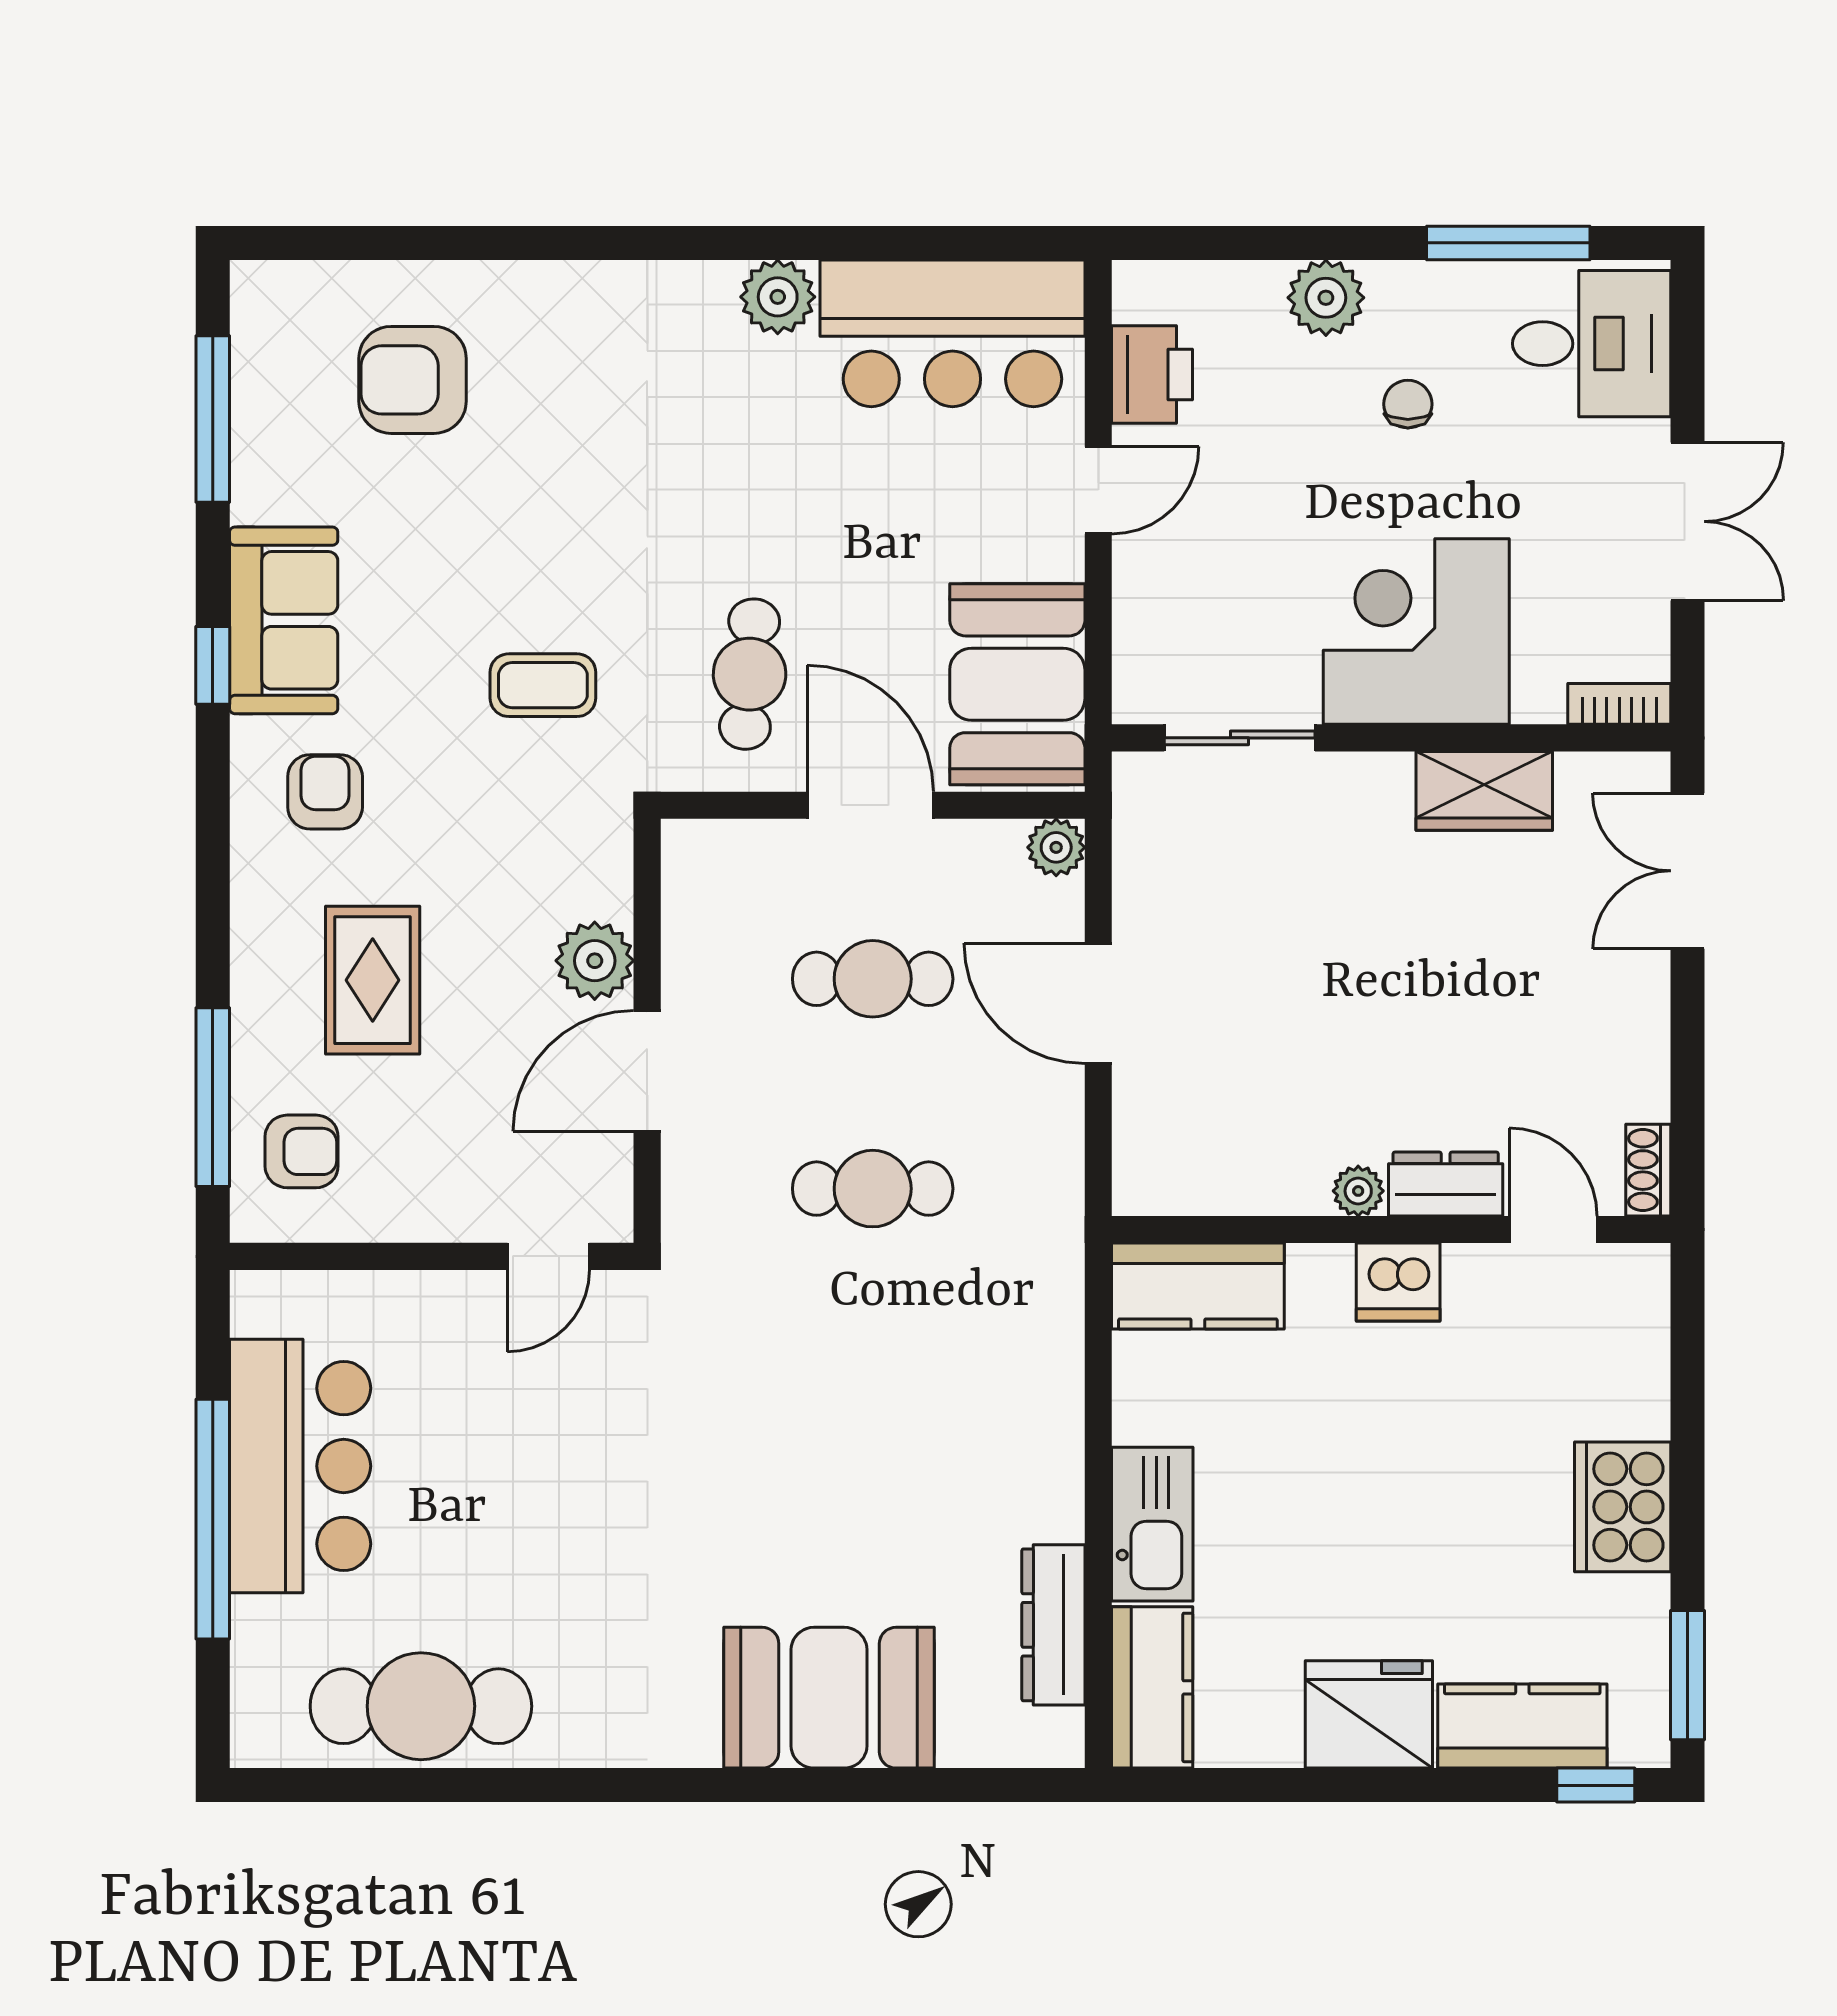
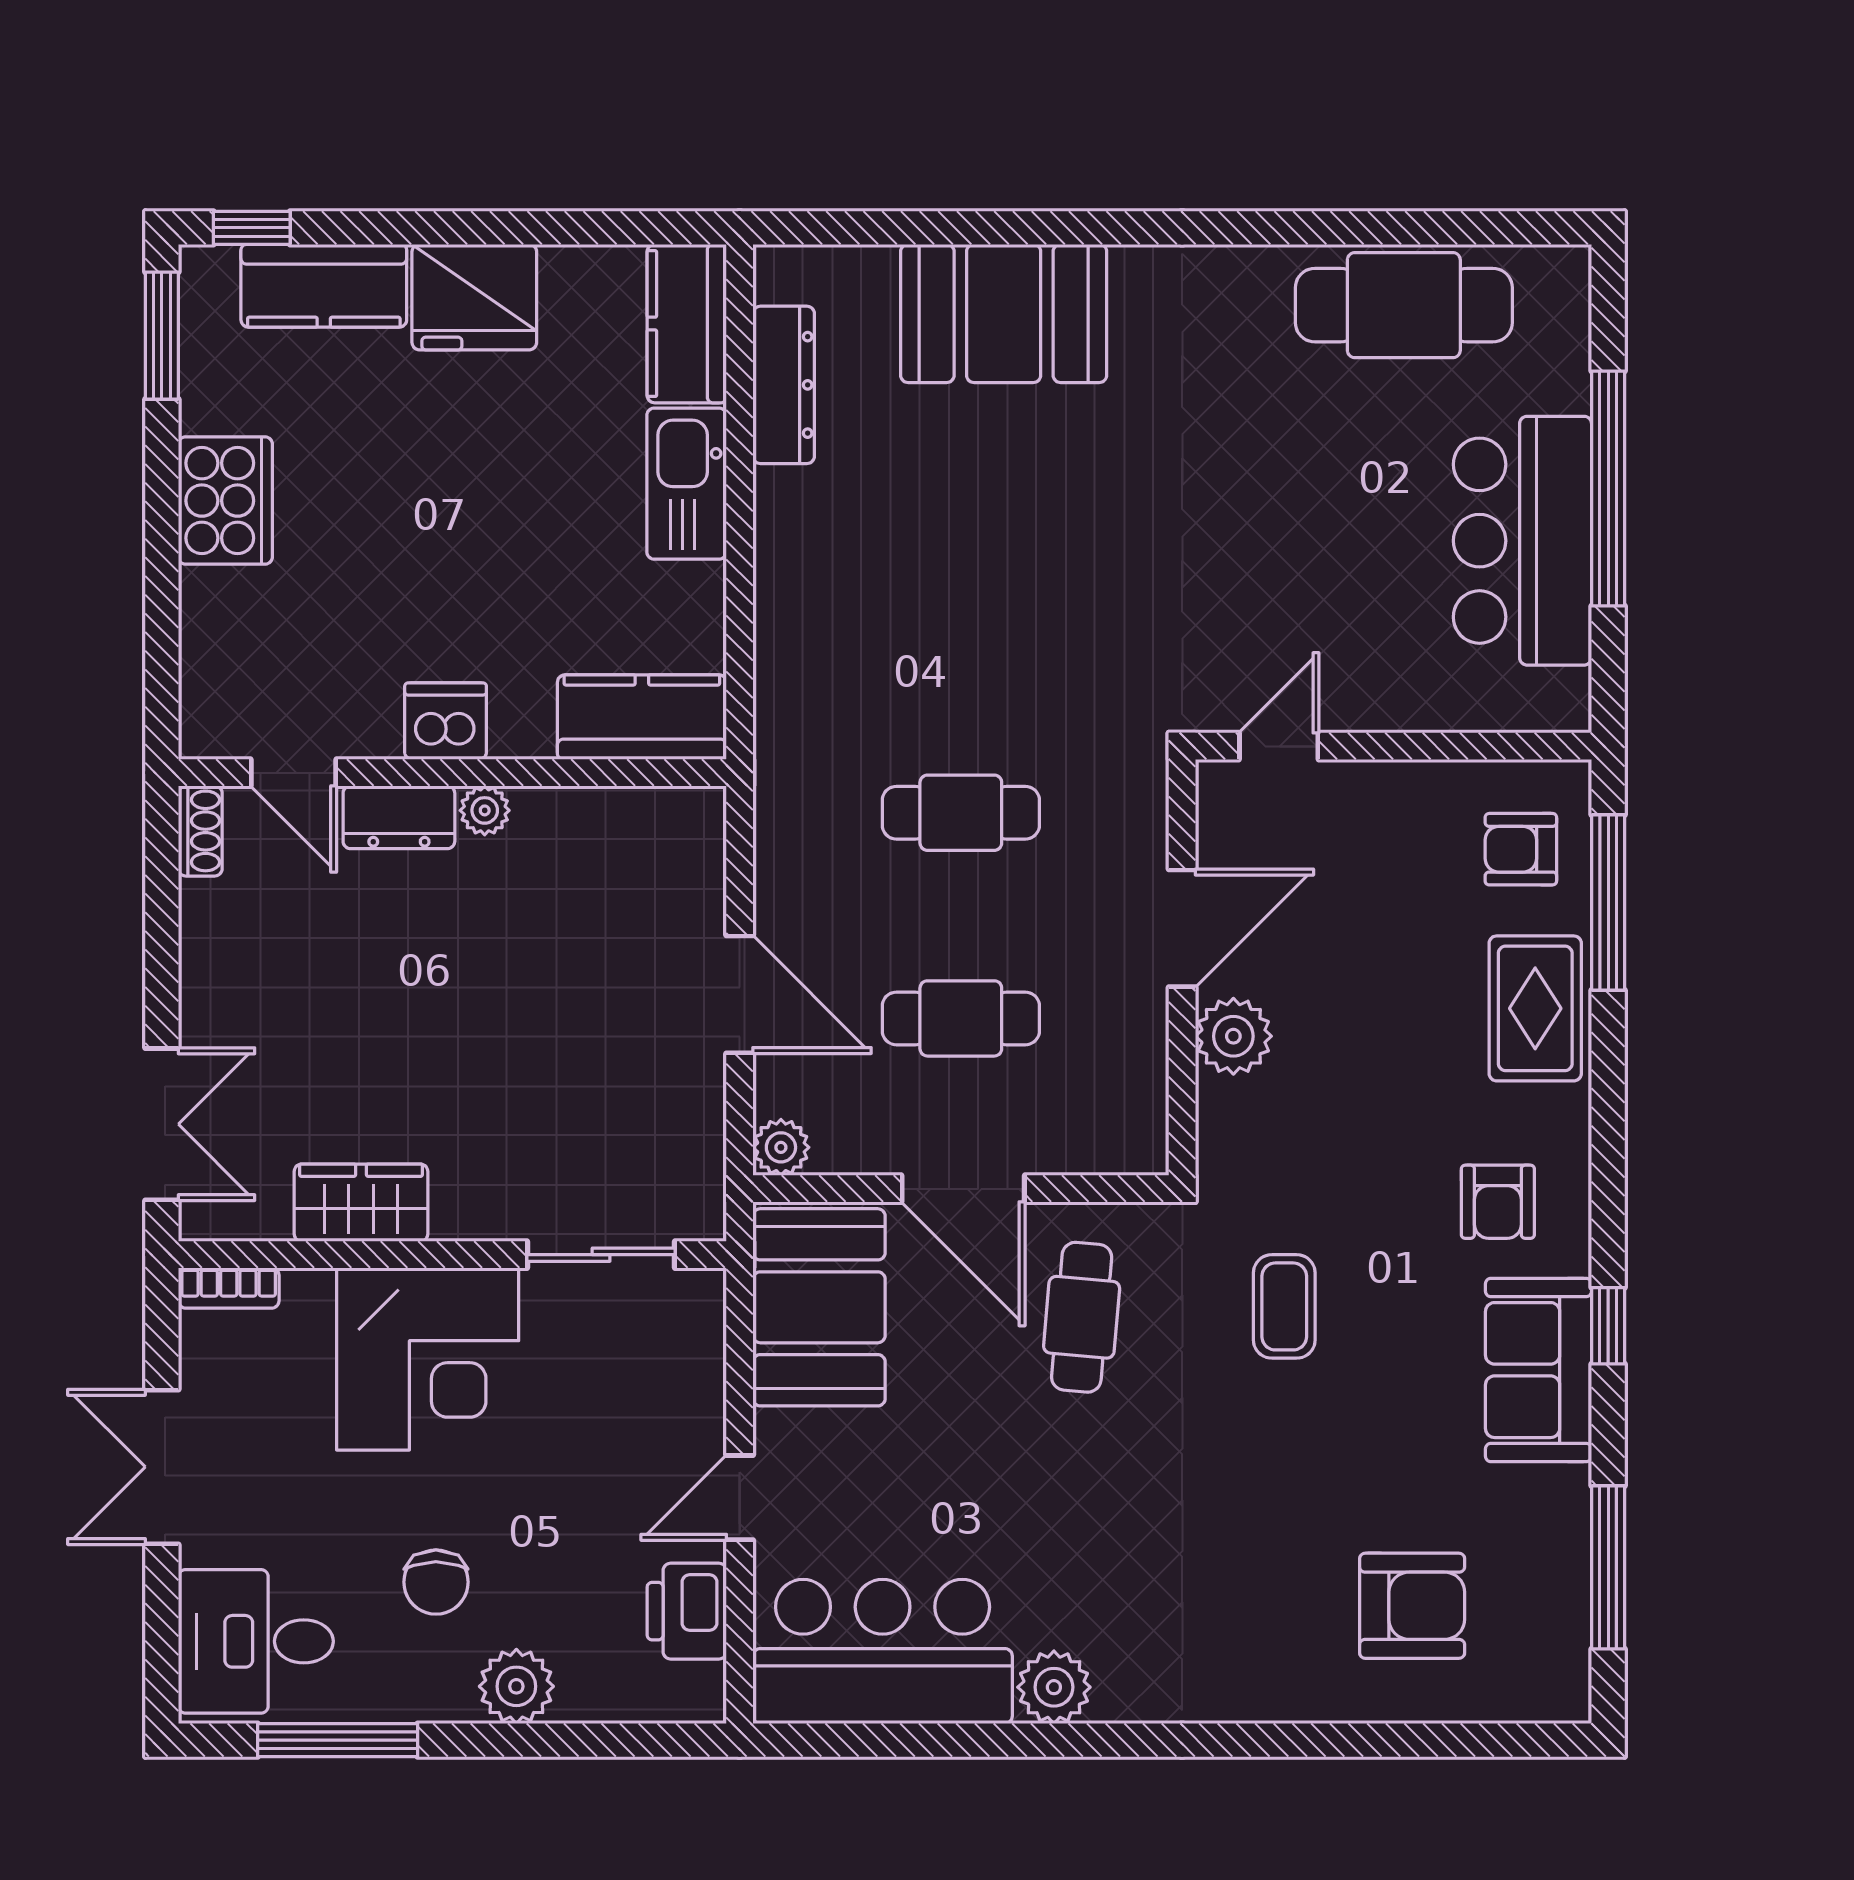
chair: (1408, 404) -> (436, 1582), width x1.37, depth x1.37
coffee table: (543, 685) -> (1284, 1306), turned 90
rug: (373, 980) -> (1535, 1008), moved

